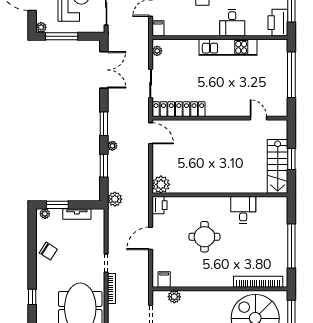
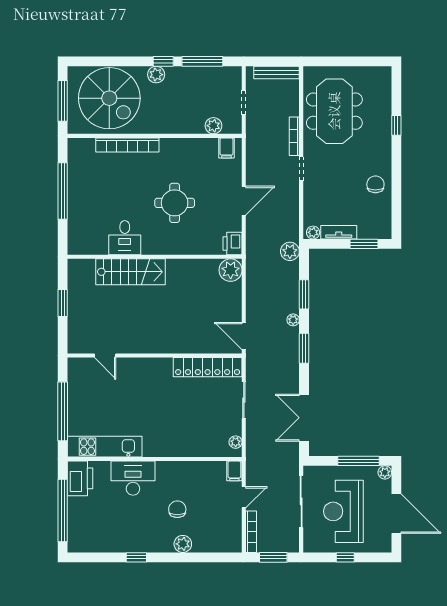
desk: (232, 23) -> (133, 478), width x1.37
kitchen unit: (228, 47) -> (105, 447), moved
stairs: (278, 166) -> (130, 272), moved, turned 90
plant: (45, 214) -> (313, 232), moved
chair: (48, 251) -> (375, 184), turned 57
bookcase: (258, 282) -> (127, 145), moved

